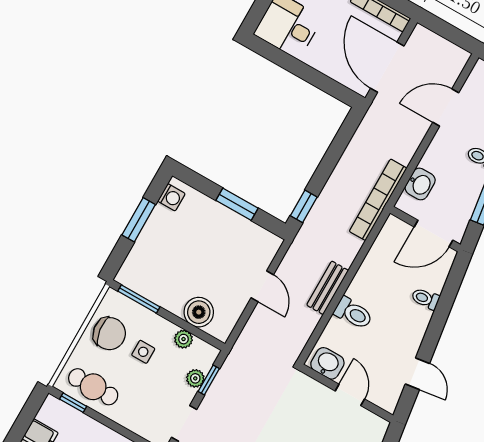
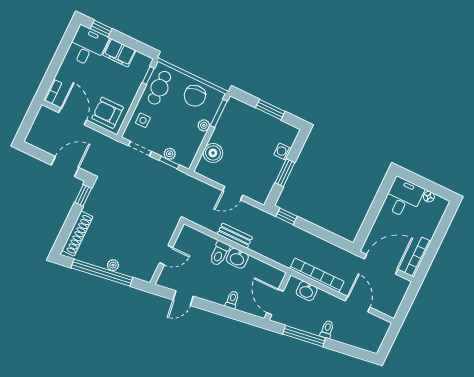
washing machine: (171, 197) -> (283, 152), moved, turned 90
bookcase: (378, 200) -> (317, 275), moved
plant: (184, 339) -> (204, 125), moved
side table: (143, 352) -> (143, 120), moved
washbasin: (327, 363) -> (237, 258), moved, turned 90

